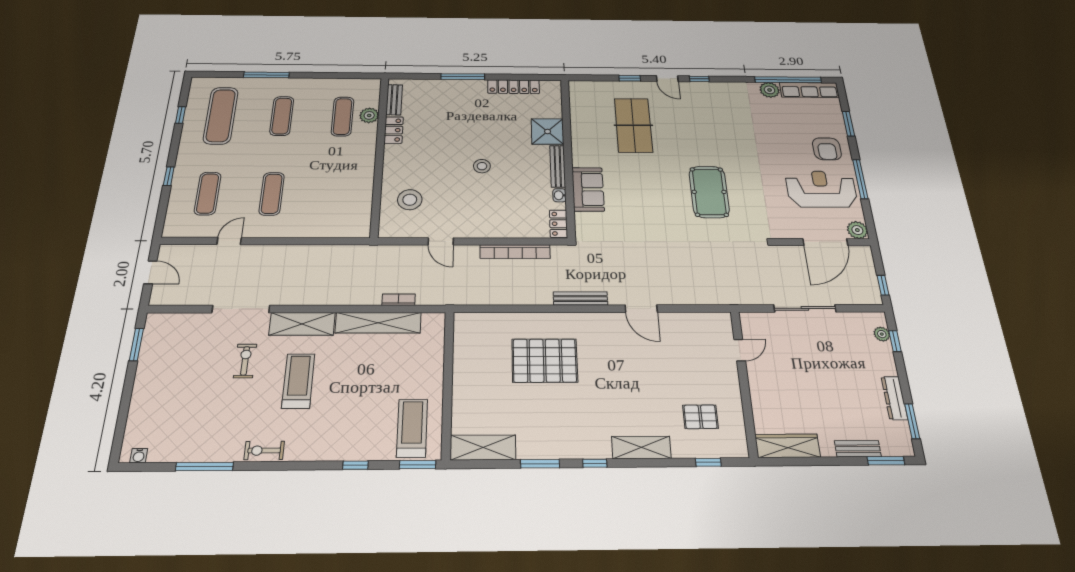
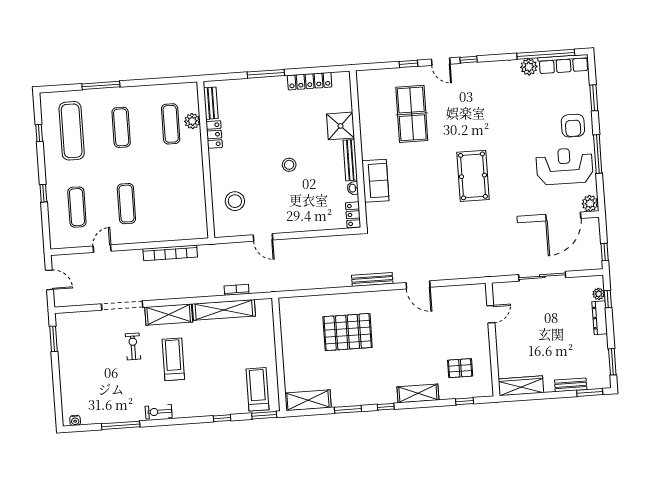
bookcase: (515, 252) -> (170, 253), moved
dresser: (894, 398) -> (600, 318), moved

